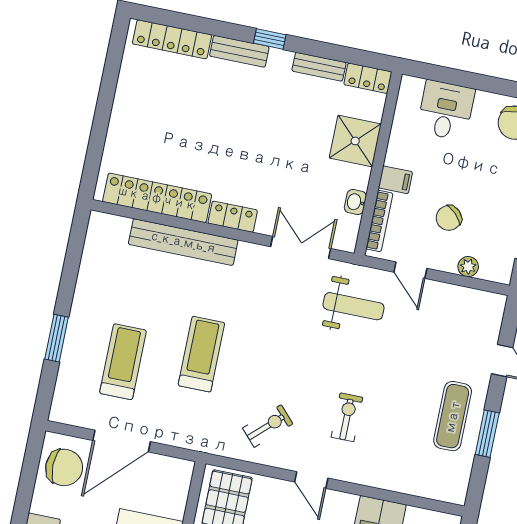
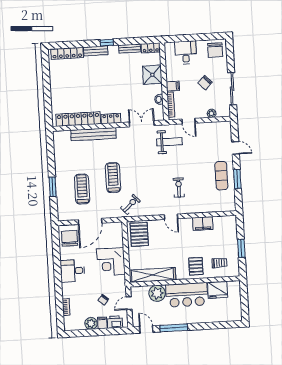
chair: (449, 218) -> (205, 83), moved
exercise bike: (268, 426) -> (130, 204), moved
chair: (64, 467) -> (70, 238), turned -90

